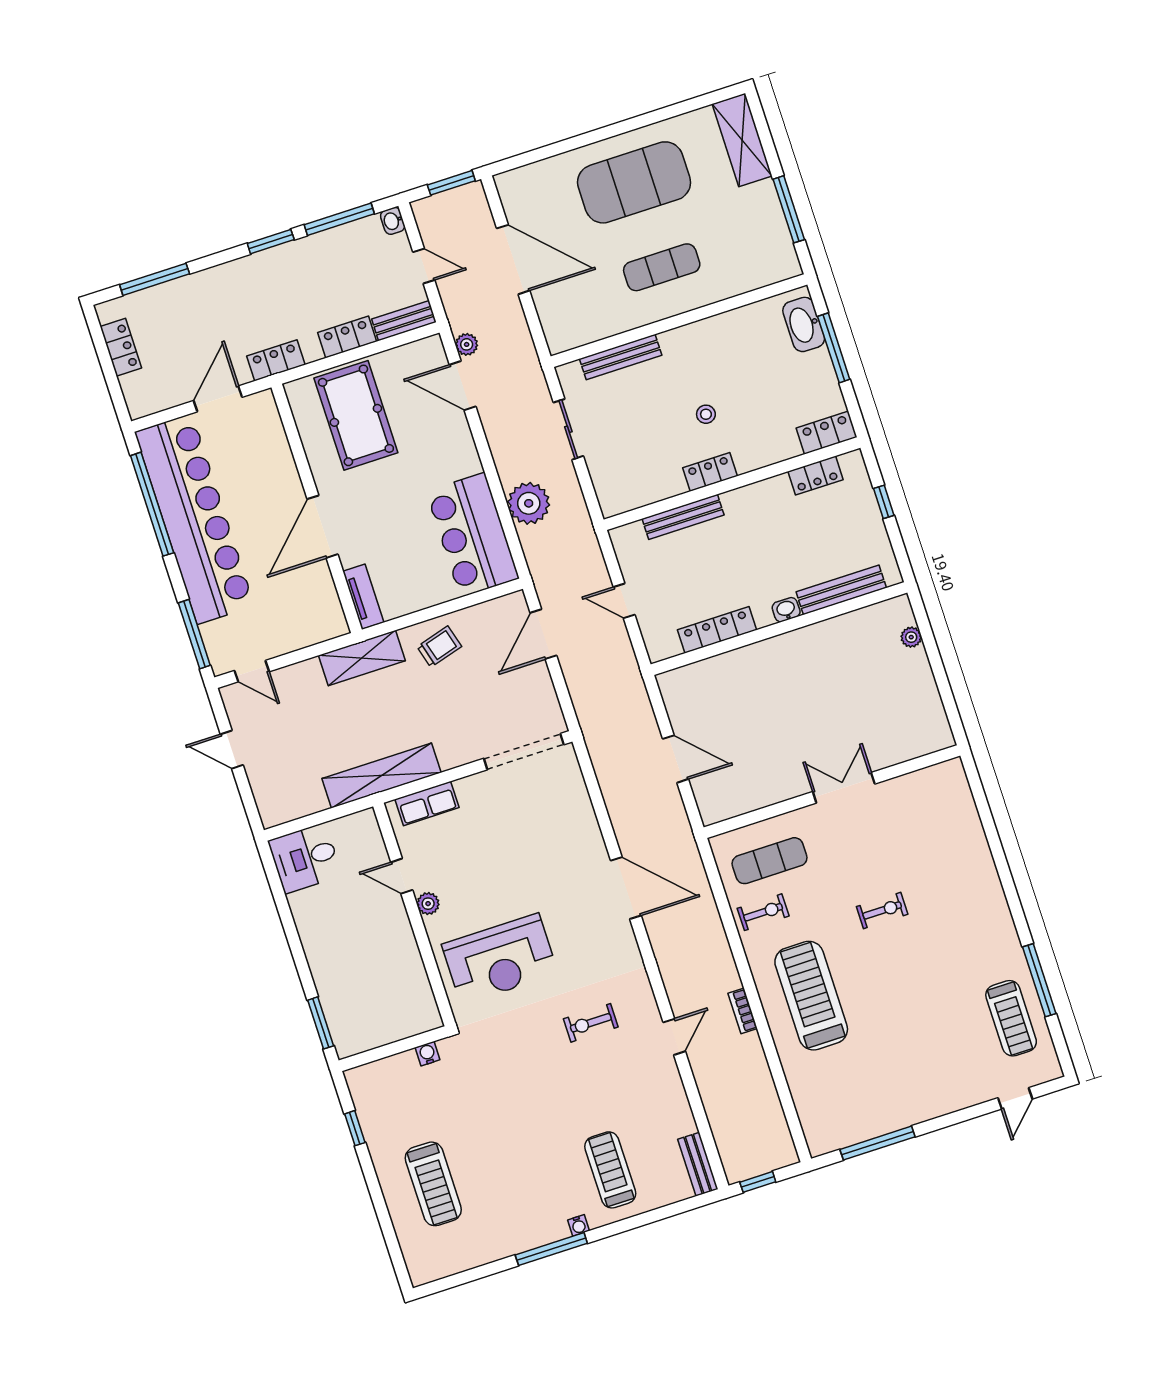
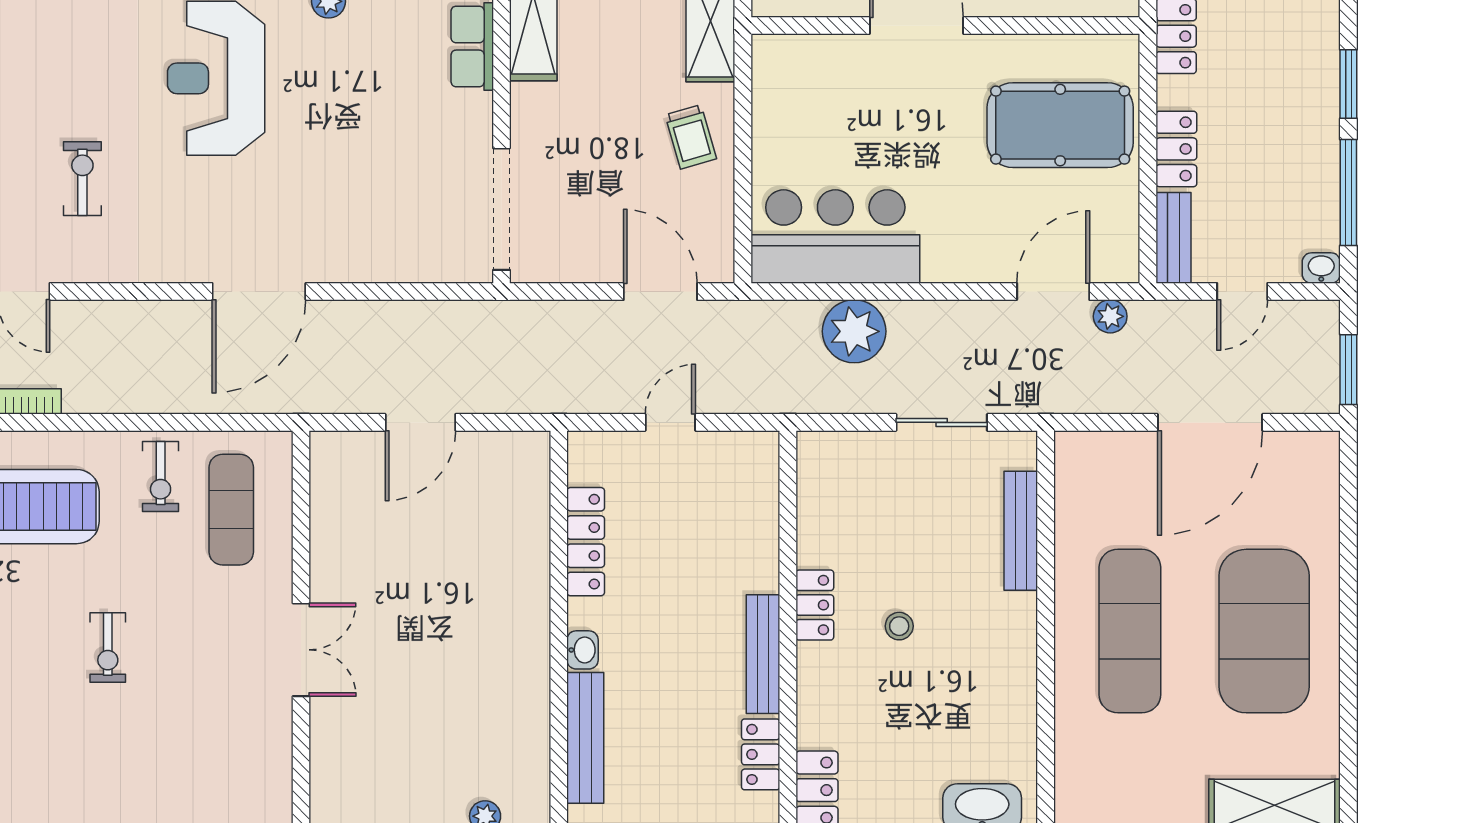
exercise mat: (662, 267) -> (1130, 631), width x1.36, depth x1.45
bench: (683, 517) -> (763, 654), moved
tv unit: (363, 597) -> (797, 51), removed

